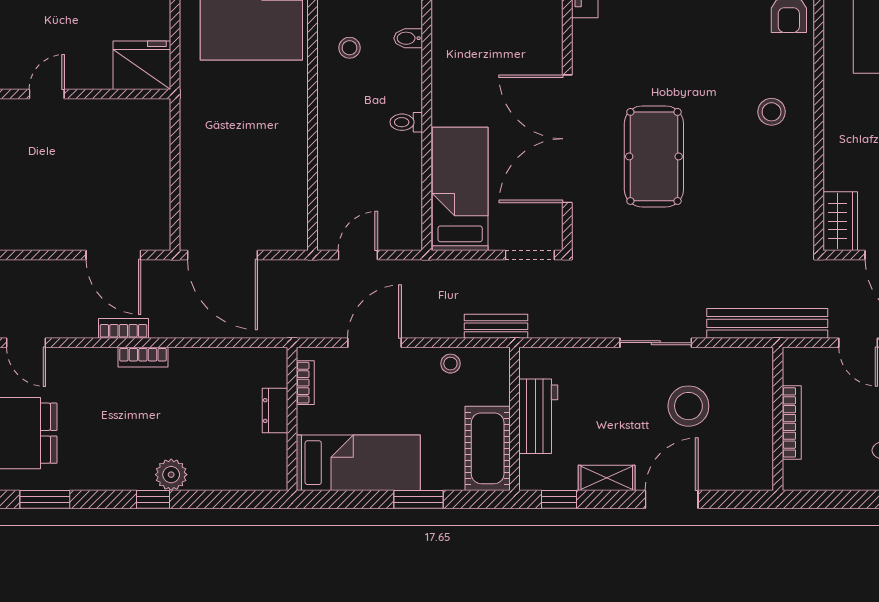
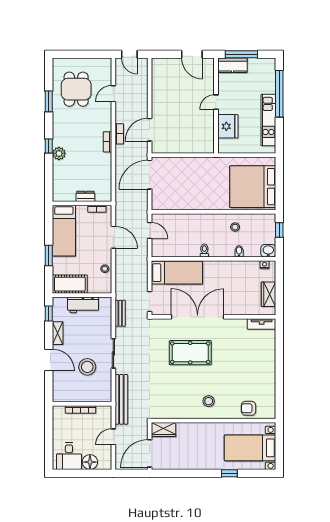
fridge: (142, 65) -> (228, 126), moved
door: (47, 94) -> (216, 102), swing flipped
bench: (496, 326) -> (120, 313), moved

